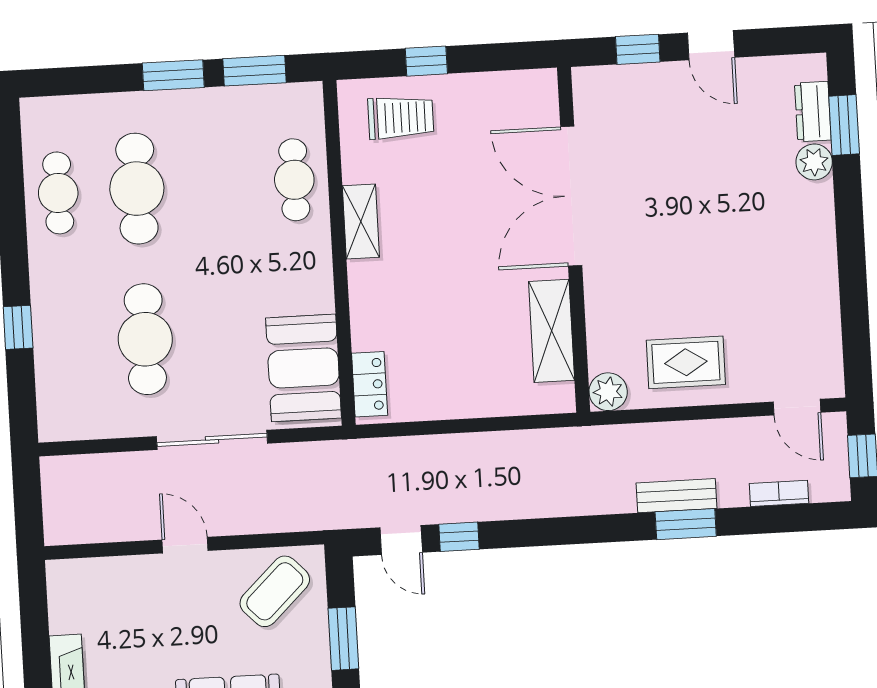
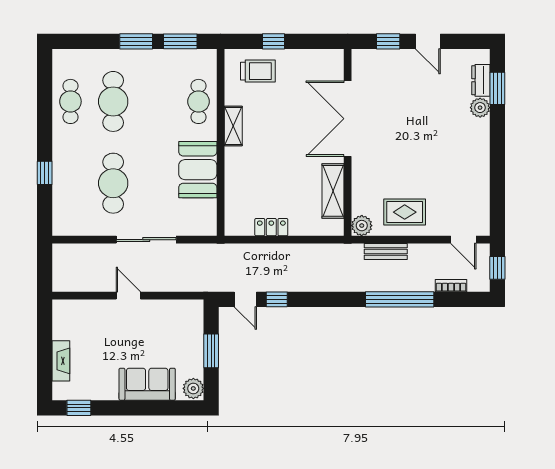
booth: (304, 368) -> (198, 170), moved
locker: (370, 384) -> (271, 227), moved, turned -90
bench: (677, 496) -> (386, 251), moved
window: (686, 524) -> (400, 299), width x2.11
coffee table: (275, 591) -> (176, 323), removed

